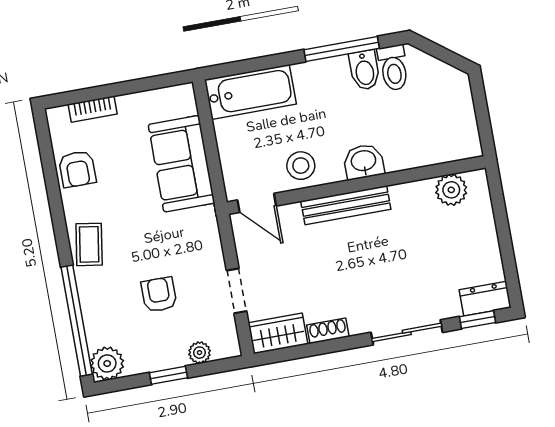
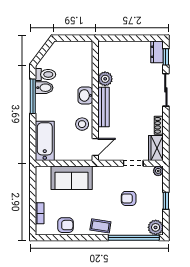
plant: (451, 190) -> (105, 79), moved
plant: (200, 353) -> (158, 171), moved

